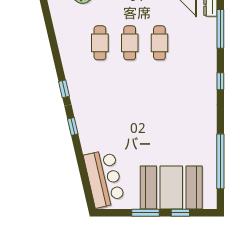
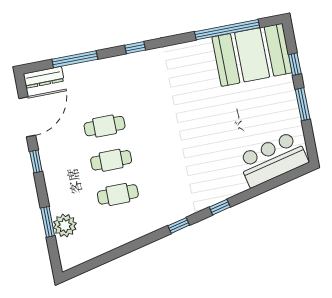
booth: (171, 187) -> (252, 55), moved, turned 90

